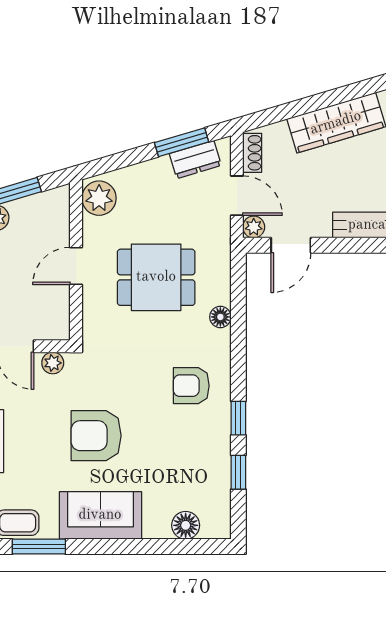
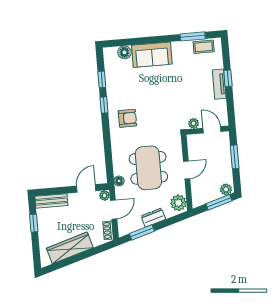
dresser: (195, 160) -> (153, 218), moved
door: (237, 196) -> (114, 210), swing flipped
dining table: (156, 277) -> (148, 168), width x1.38
floor lamp: (220, 317) -> (119, 181), moved
armchair: (96, 436) -> (170, 91), removed
sofa: (100, 515) -> (152, 55), moved

